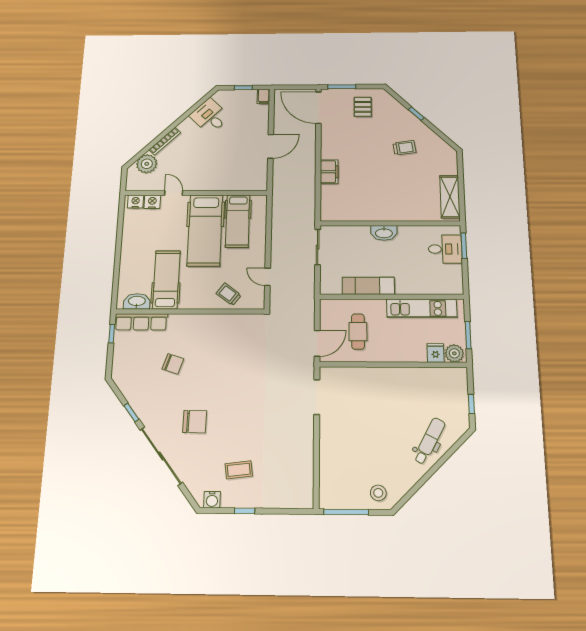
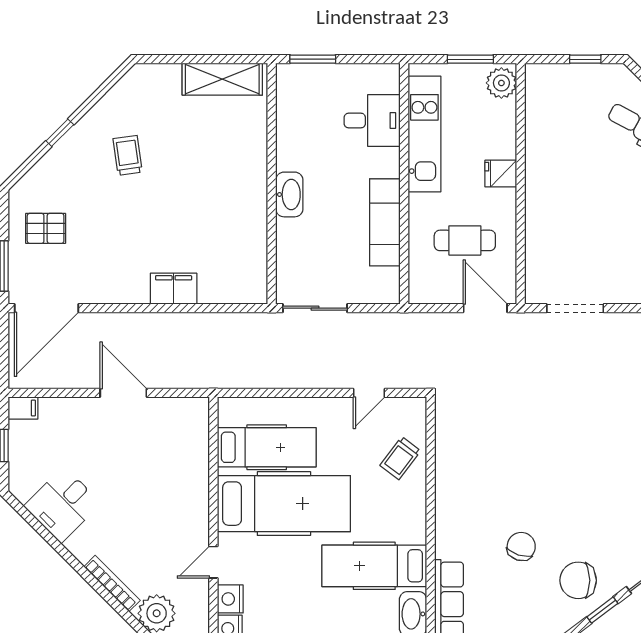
desk: (445, 249) -> (372, 121), moved, turned 90
fridge: (435, 353) -> (501, 174), moved
chair: (195, 422) -> (578, 580), moved, turned -91

